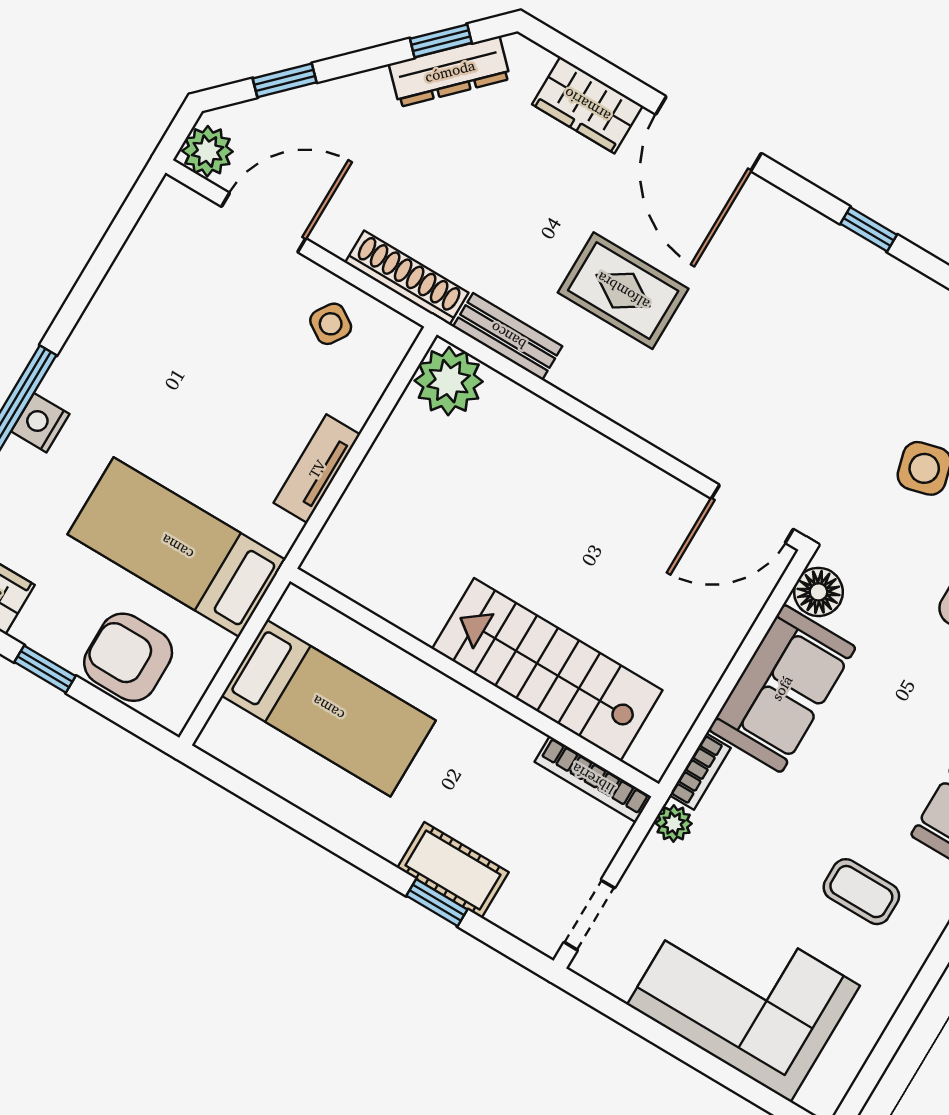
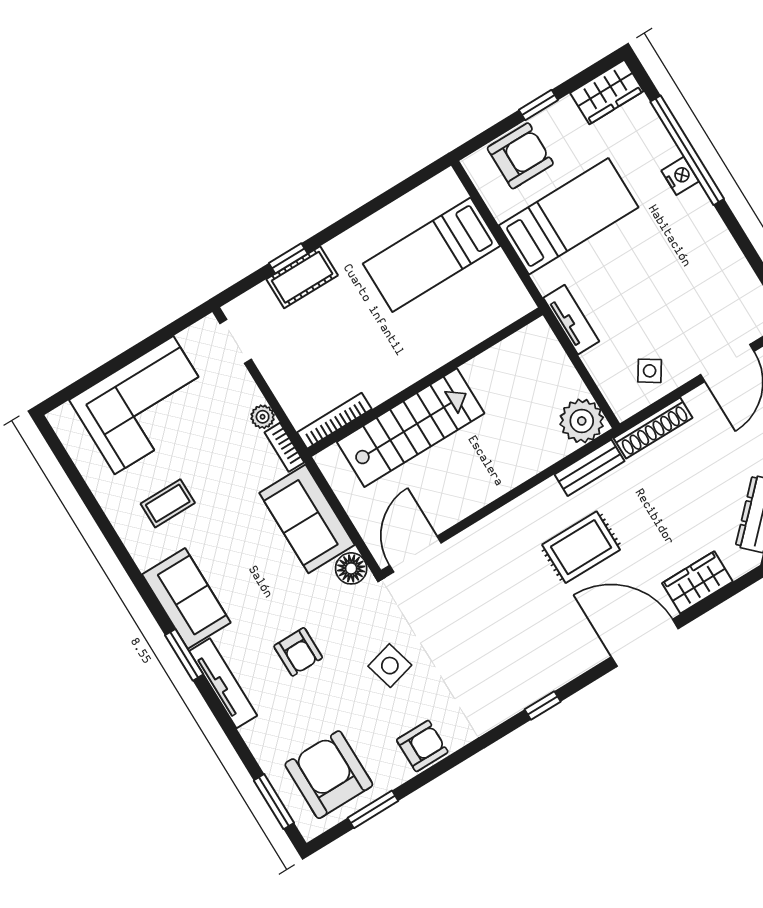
stairs: (547, 669) -> (411, 428), moved
wall: (474, 683) -> (425, 382), moved
bookcase: (593, 779) -> (334, 421), moved

